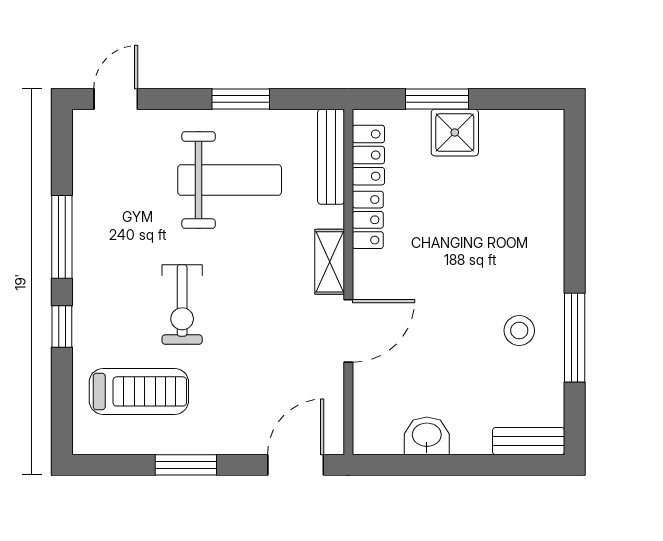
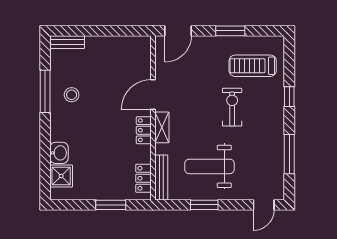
shower: (455, 133) -> (61, 176), moved
locker: (368, 220) -> (144, 130), moved
window: (62, 237) -> (289, 154), moved
washbasin: (427, 436) -> (59, 153), moved, turned -90

